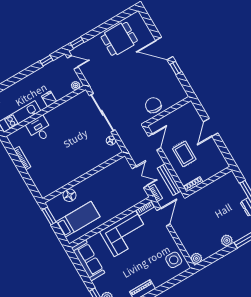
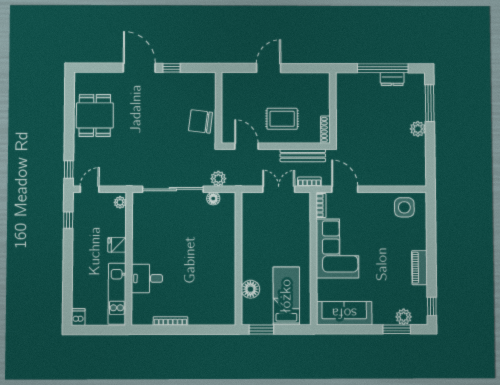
door: (164, 48) -> (139, 68), swing flipped
door: (211, 127) -> (269, 68), swing flipped
plant: (196, 258) -> (218, 179), moved

